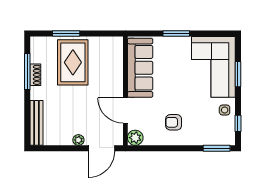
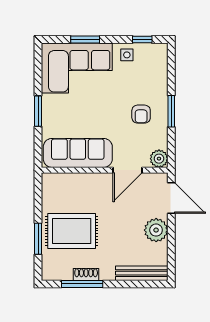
plant: (78, 140) -> (156, 230), width x1.87, depth x1.87
window: (217, 148) -> (171, 111), moved

